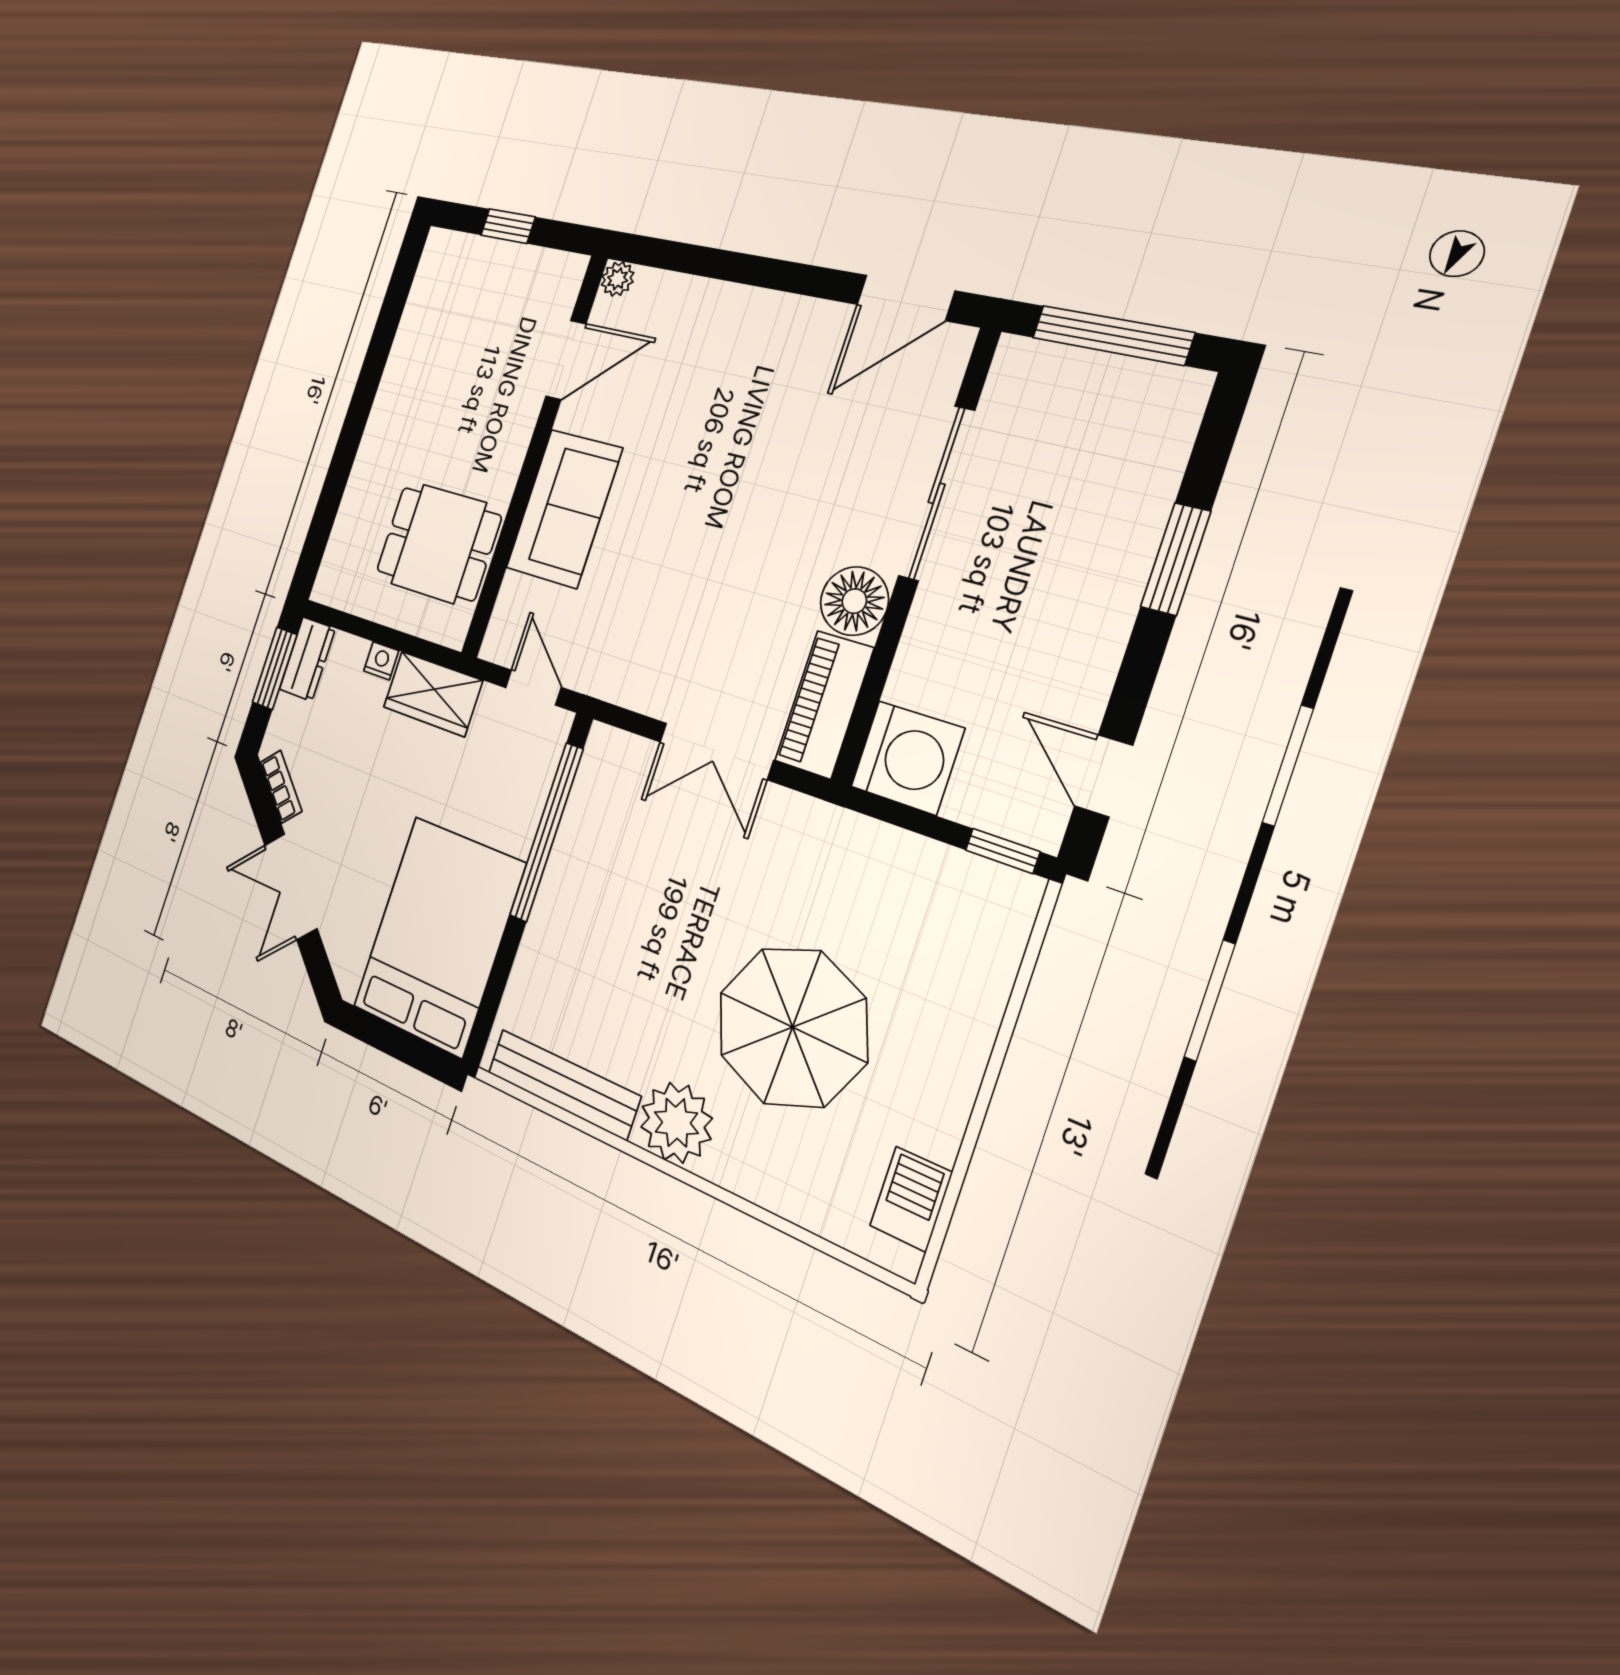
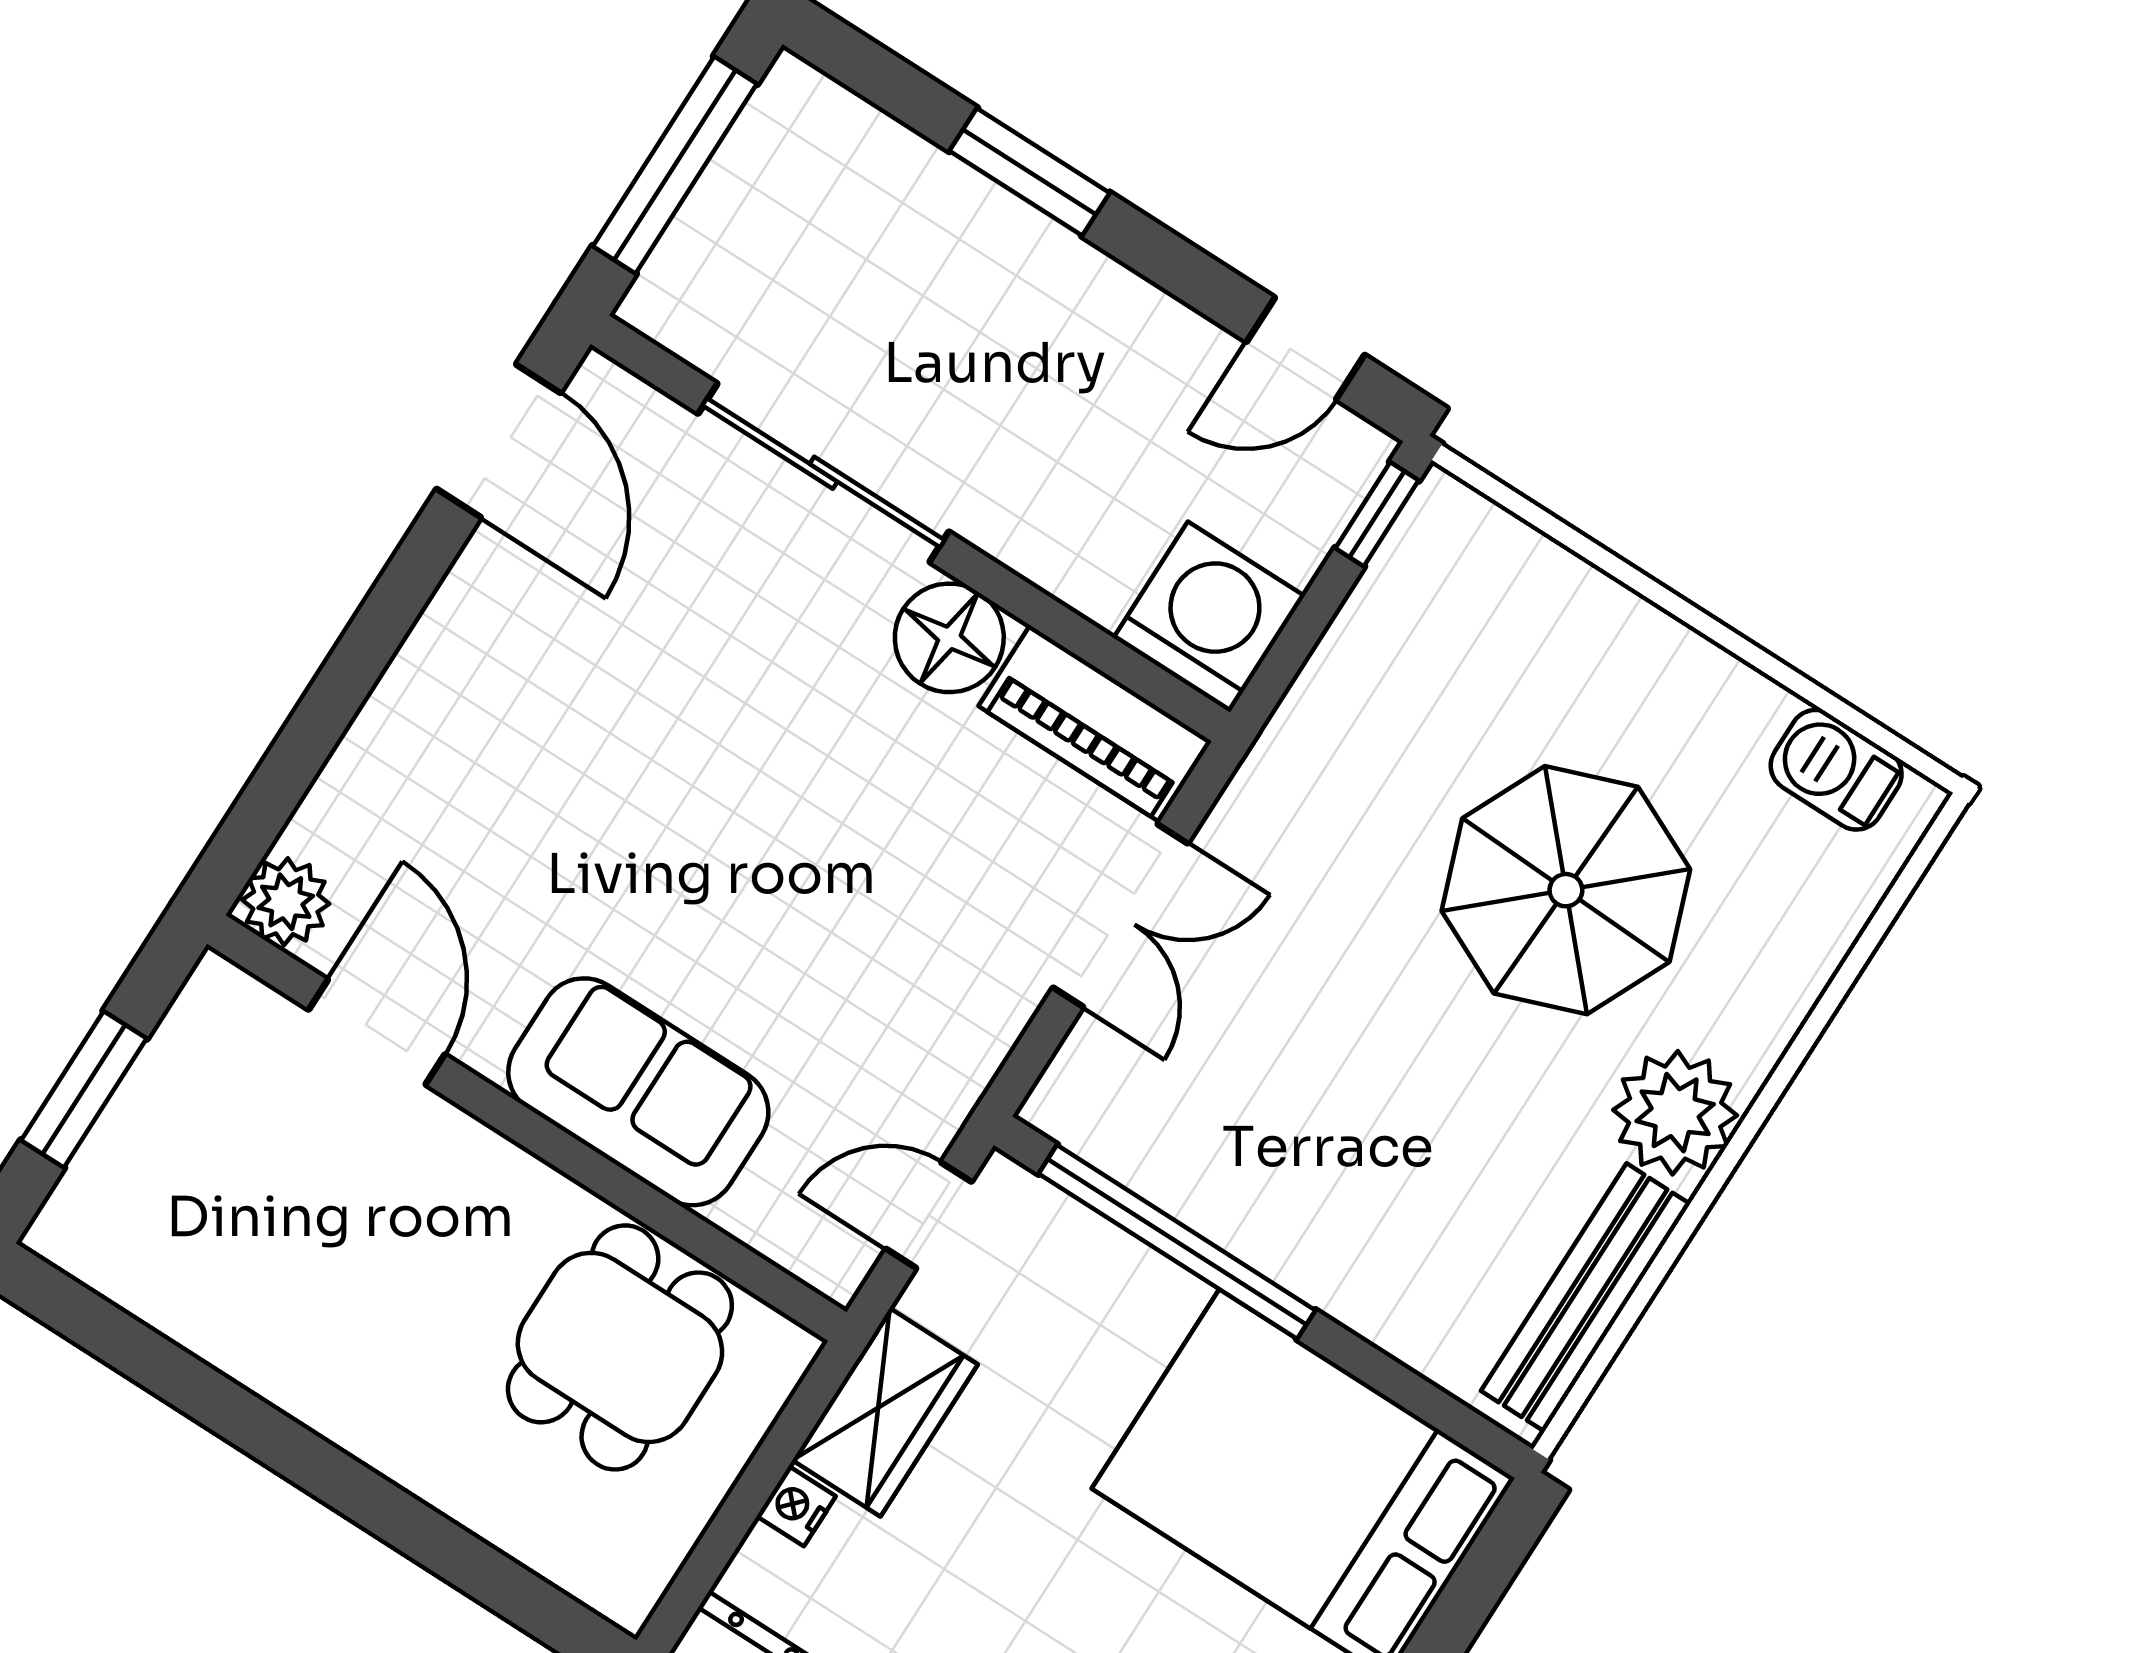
window: (508, 226) -> (84, 1089), width x1.50
plant: (618, 279) -> (286, 902), width x1.38, depth x1.38

